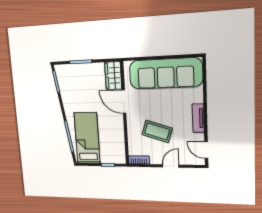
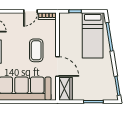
coffee table: (157, 131) -> (36, 50), moved, turned 72
door: (171, 166) -> (30, 11), moved

